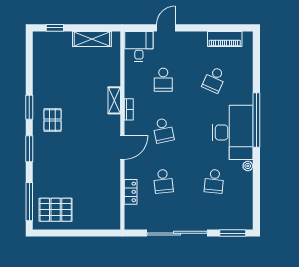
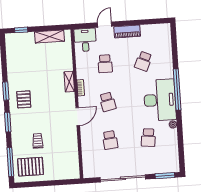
piano: (225, 39) -> (127, 31), moved
trolley: (67, 176) -> (38, 141), added
locker: (131, 192) -> (86, 150), removed

